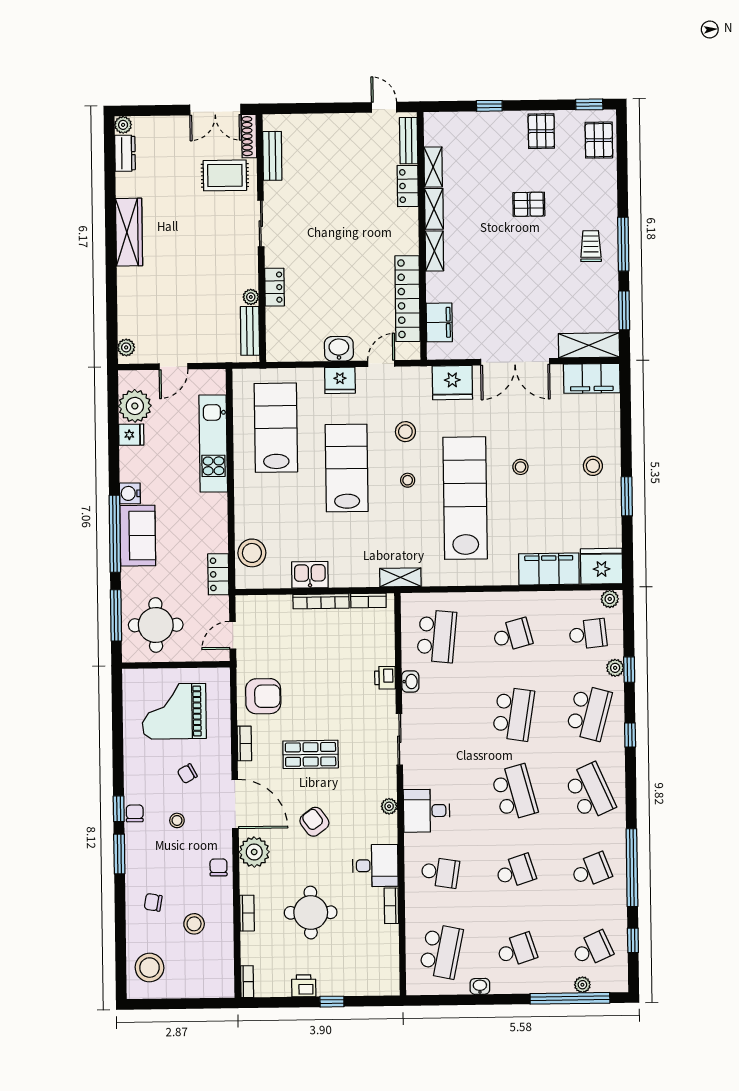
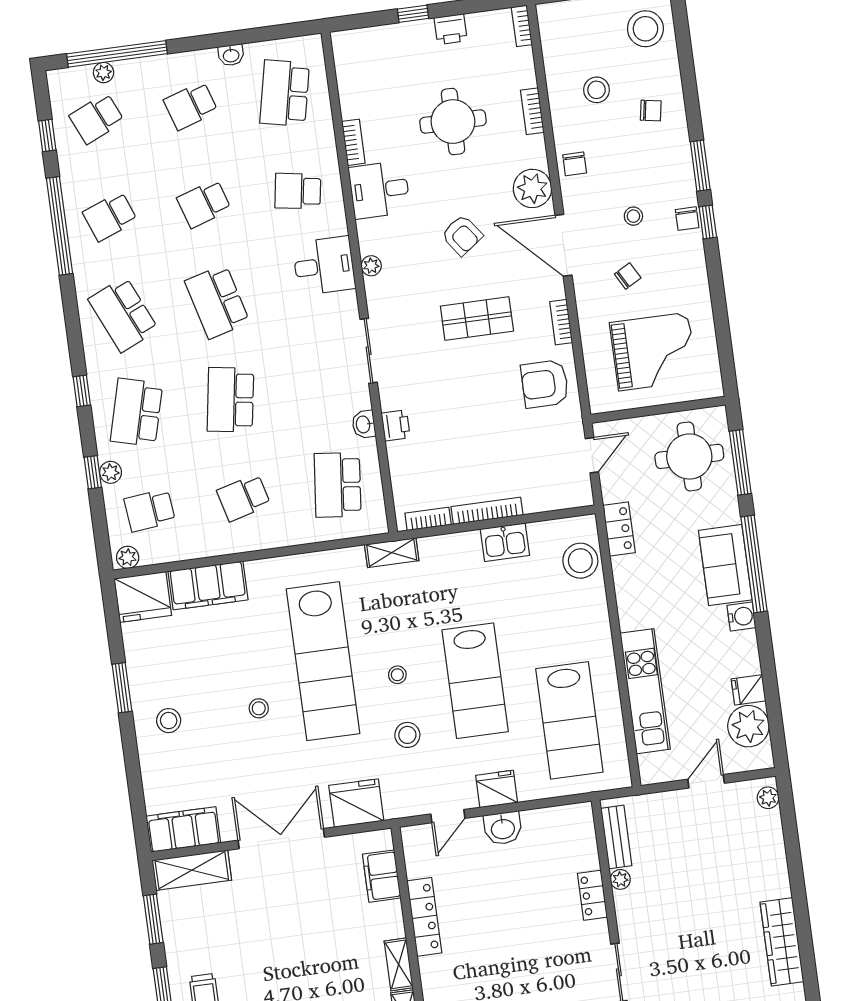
locker: (408, 299) -> (424, 917), width x0.71, depth x0.83

